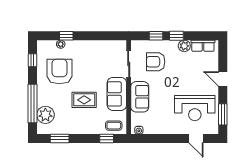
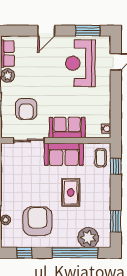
armchair: (59, 71) -> (38, 221), turned 90
reception desk: (195, 108) -> (80, 63), turned 180

